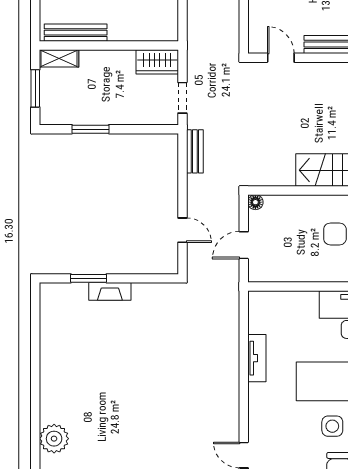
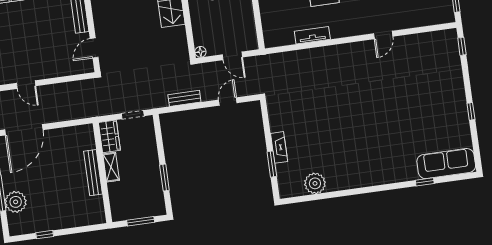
bench: (76, 33) -> (93, 173), moved
shelving: (59, 58) -> (111, 167), moved
bench: (195, 151) -> (184, 98), moved
plant: (54, 439) -> (315, 183), moved

